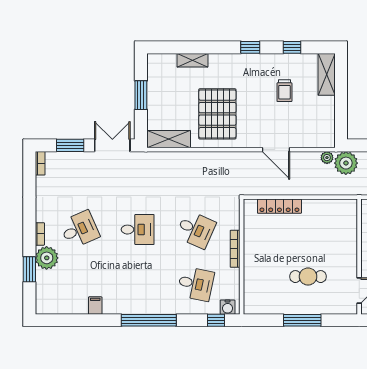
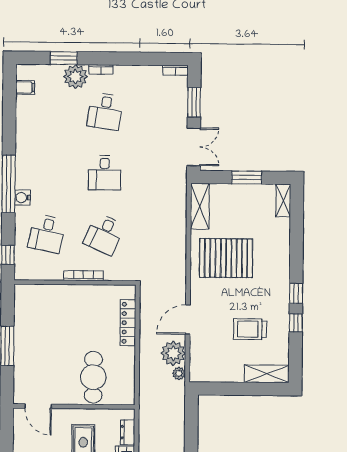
window: (292, 47) -> (296, 323), moved
shelving: (192, 60) -> (283, 201), moved
trolley: (284, 91) -> (250, 329), width x1.36, depth x1.39
plant: (346, 163) -> (173, 353), moved
desk: (79, 230) -> (105, 111), turned 33
cafe table: (308, 277) -> (93, 377), moved, width x1.37, depth x1.35
filing cabinet: (95, 306) -> (25, 87), moved
water cooler: (228, 307) -> (22, 198), moved

